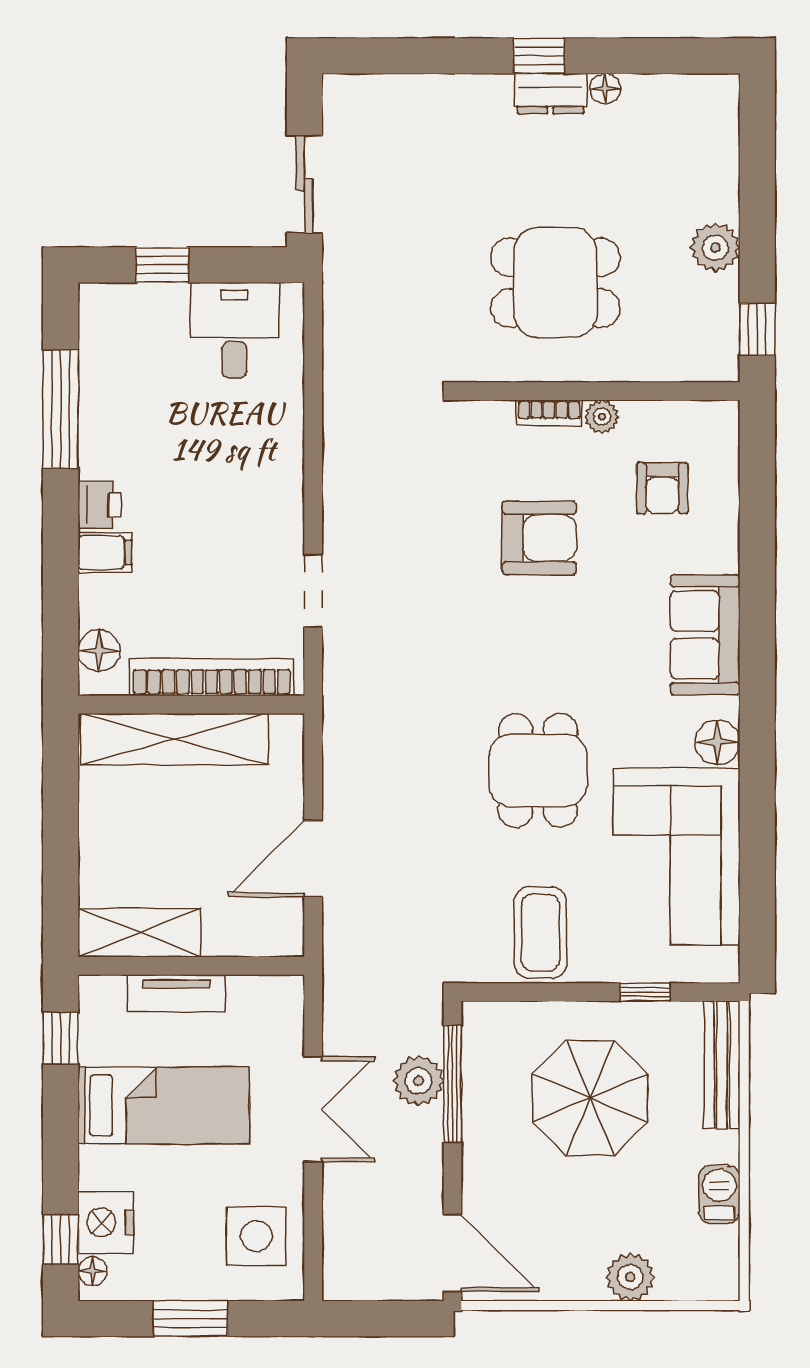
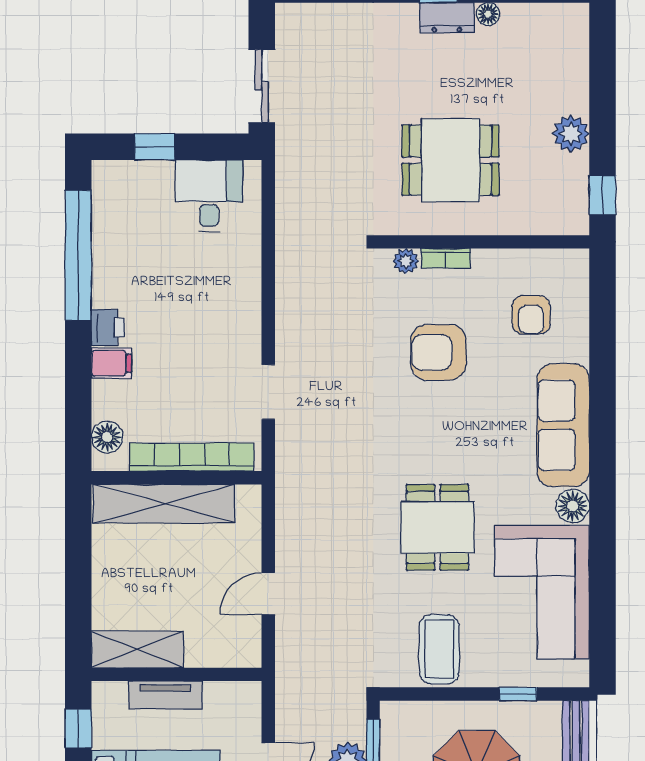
window: (61, 409) -> (78, 255), width x1.46
plant: (602, 417) -> (406, 261), moved
armchair: (539, 538) -> (438, 352), turned 180
sofa: (705, 635) -> (563, 425), width x1.36
door: (313, 859) -> (268, 594), width x0.73

